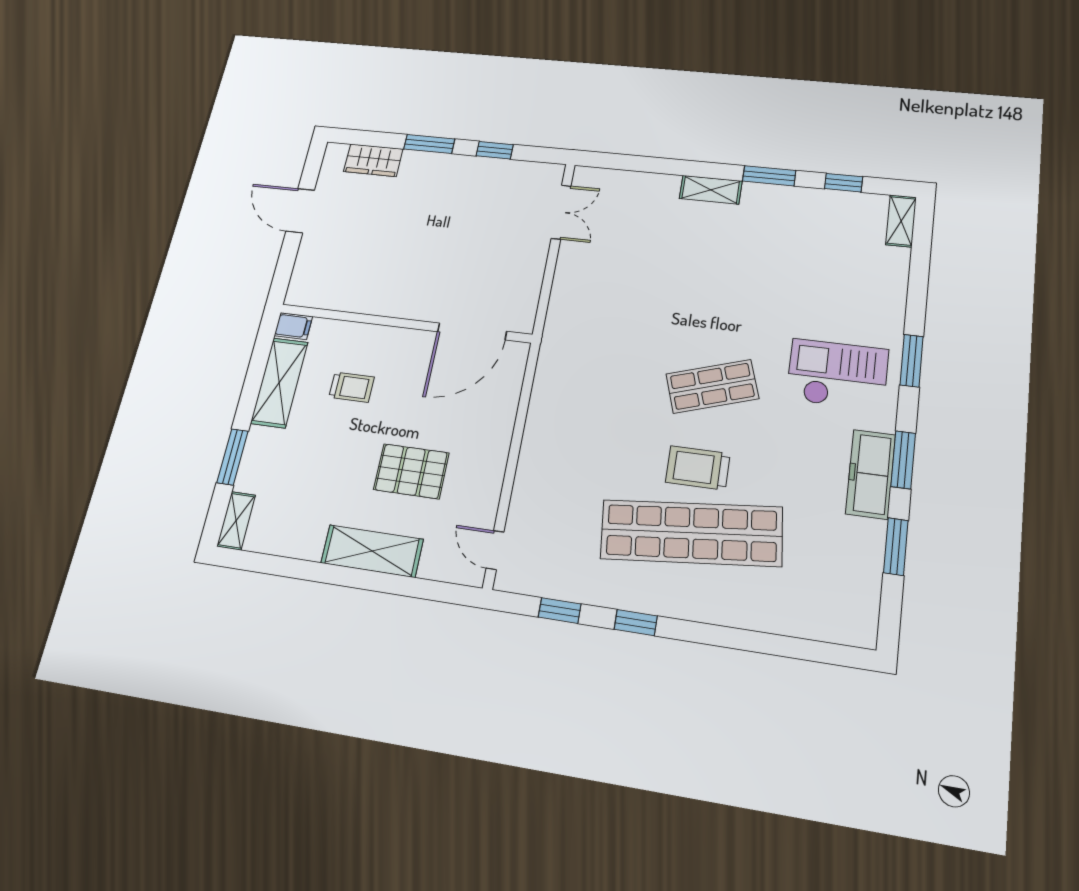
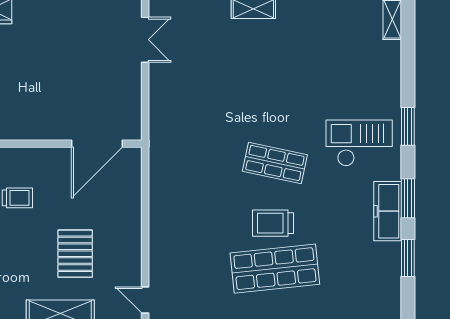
shop shelf: (712, 386) -> (275, 163), turned 30
pallet: (411, 471) -> (75, 254), turned 90
shop shelf: (691, 533) -> (275, 269), width x0.71

